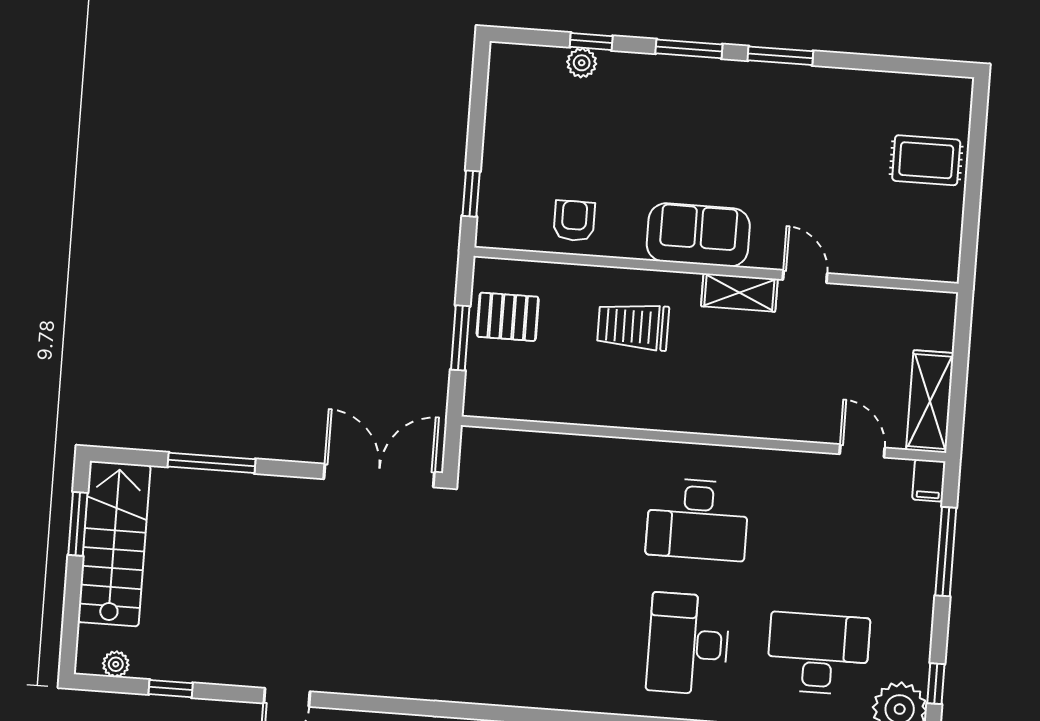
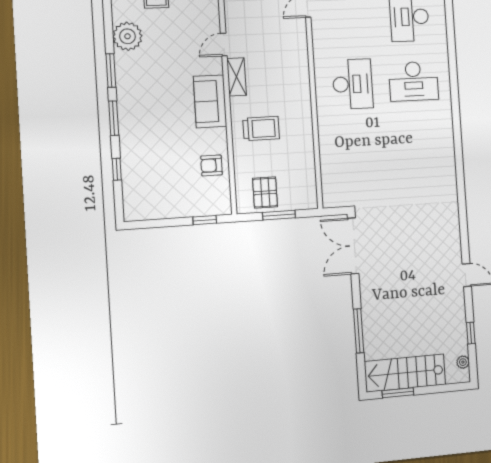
plant: (582, 63) -> (128, 36), moved, width x1.88, depth x1.88
trolley: (633, 326) -> (261, 128), turned -90

